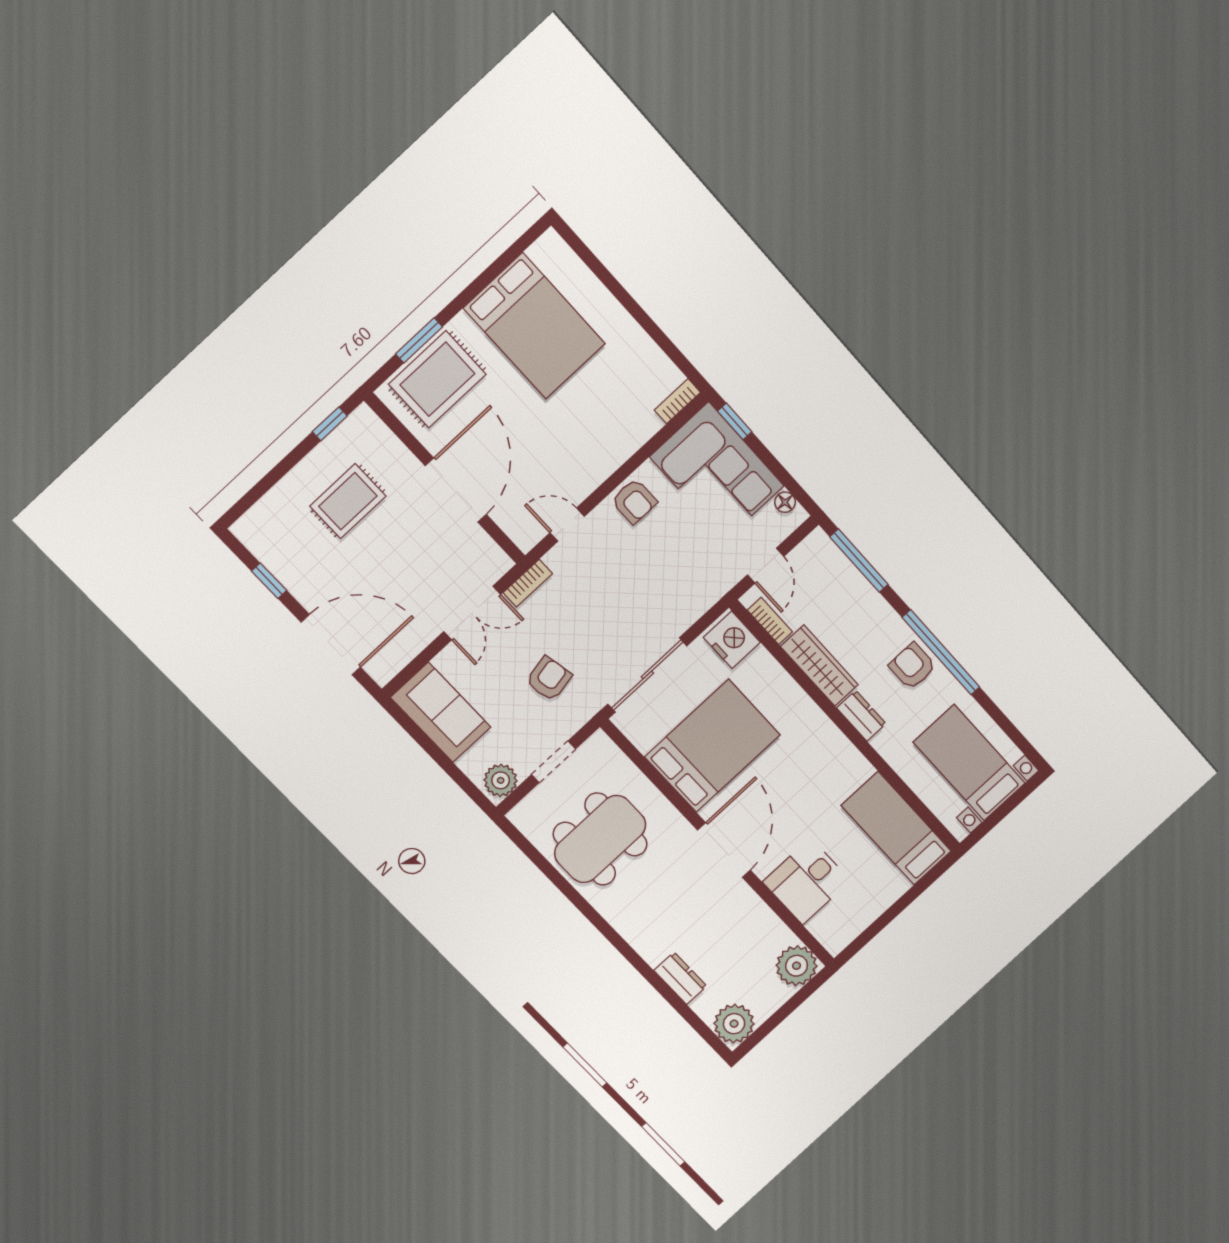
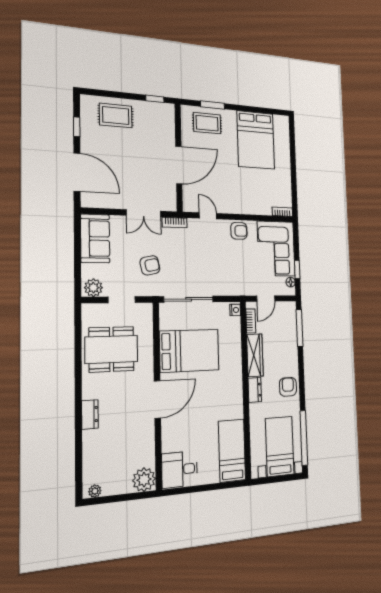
rug: (437, 379) -> (207, 123), width x0.73, depth x0.70
window: (735, 421) -> (297, 270), moved
rug: (348, 501) -> (116, 115), moved
armchair: (634, 501) -> (239, 231), turned -90
nightstand: (732, 640) -> (235, 310), width x0.53, depth x0.56
window: (941, 652) -> (304, 438), moved
desk: (807, 881) -> (180, 469), moved
dresser: (680, 978) -> (90, 414), moved
plant: (734, 1024) -> (95, 491), width x0.53, depth x0.53

